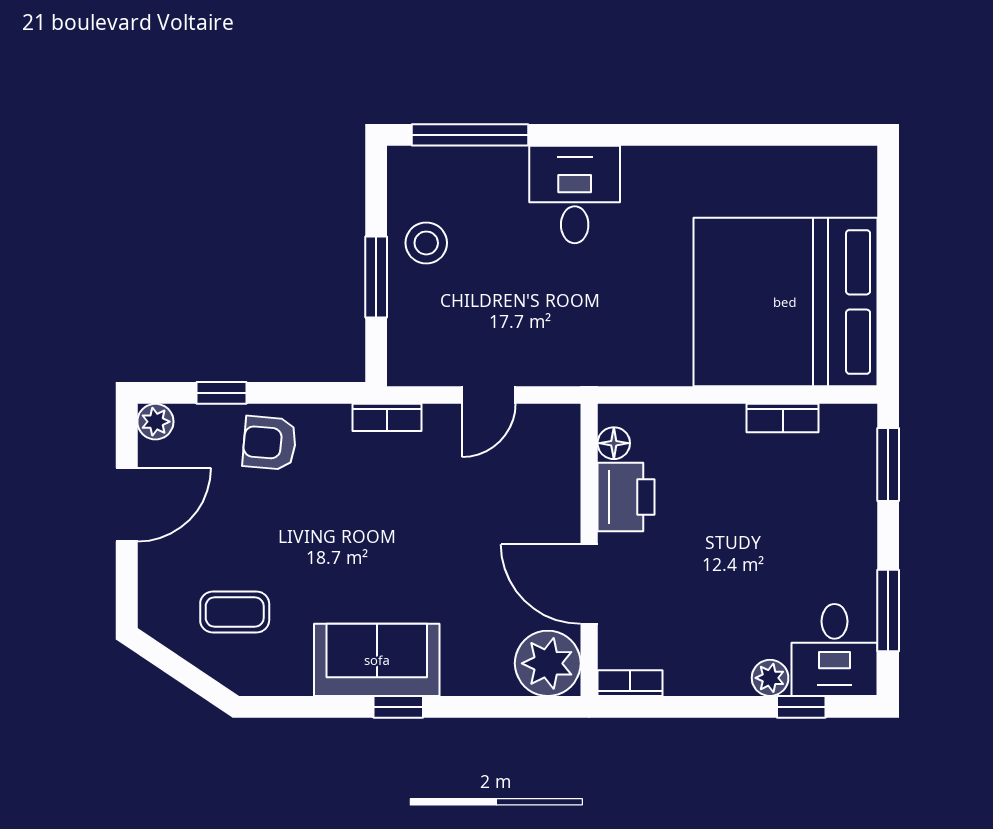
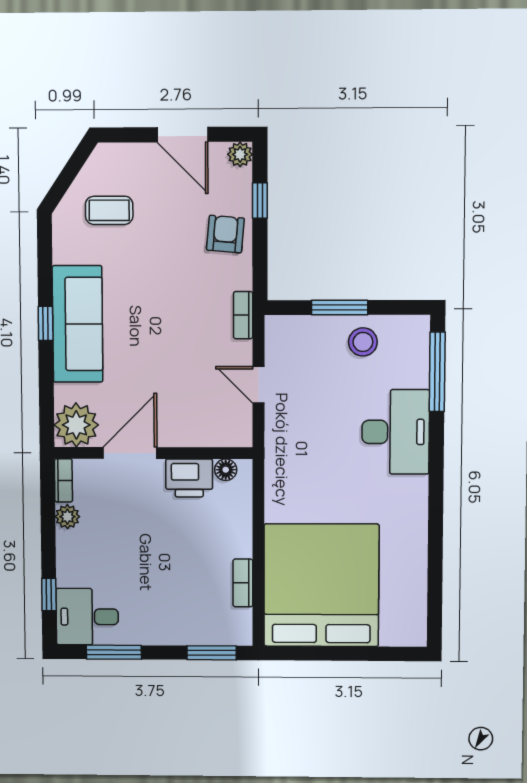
desk: (575, 194) -> (396, 432), width x1.37
coffee table: (235, 612) -> (109, 210), turned 90
sofa: (377, 660) -> (78, 324), width x1.36
plant: (770, 678) -> (67, 517), moved

